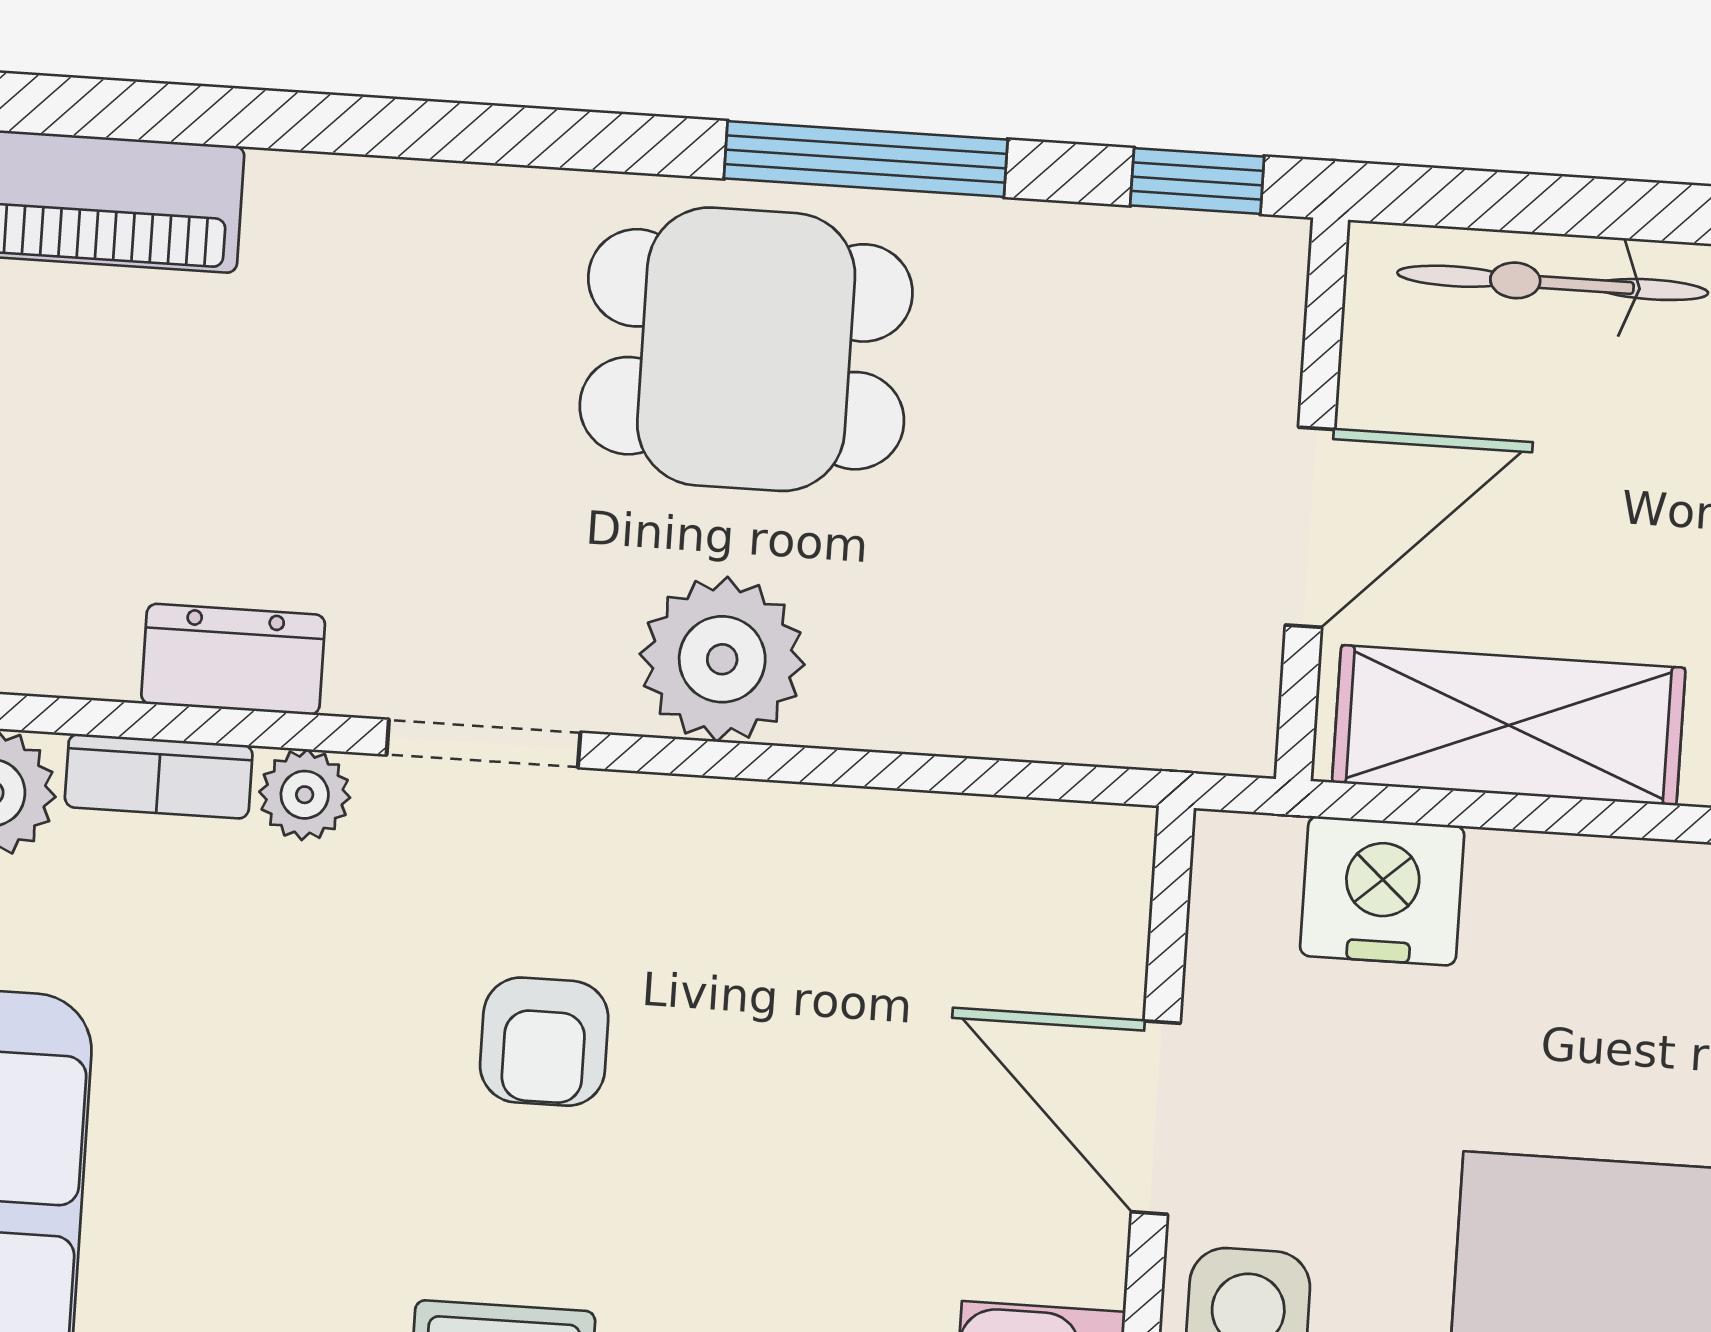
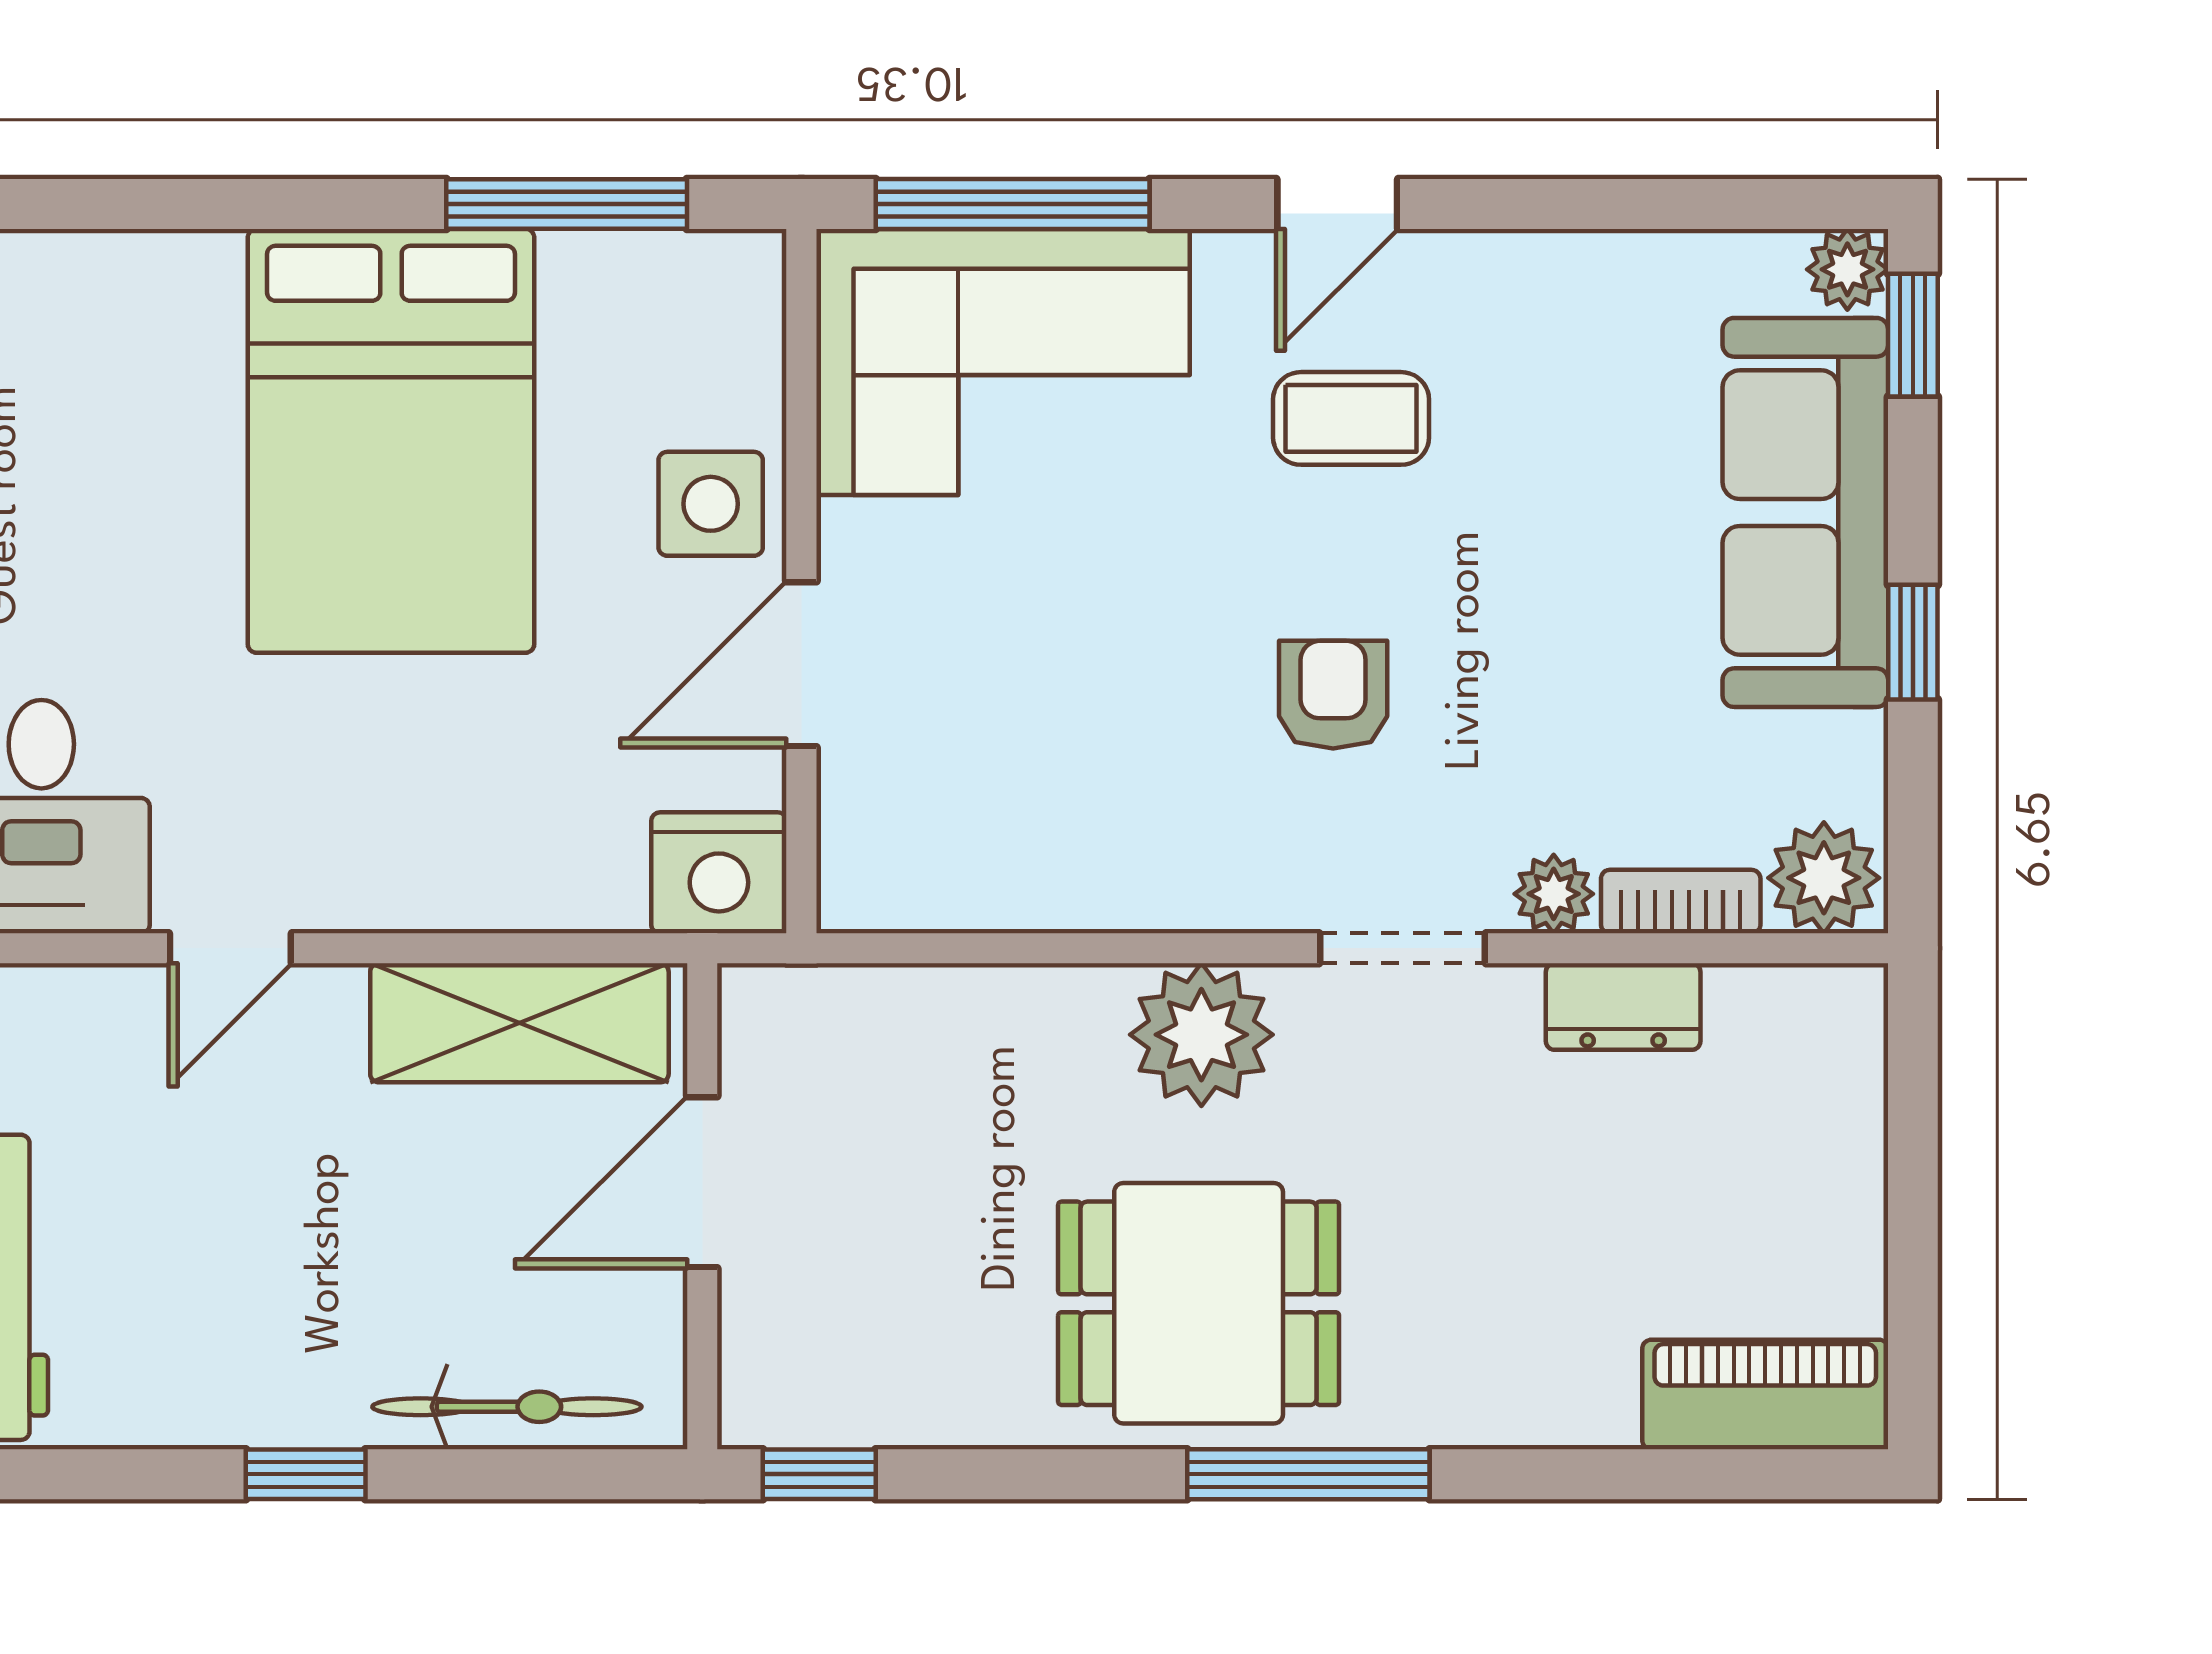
window: (866, 159) -> (1308, 1474), moved
nightstand: (1382, 891) -> (719, 873), moved
door: (1156, 1118) -> (801, 664), swing flipped

